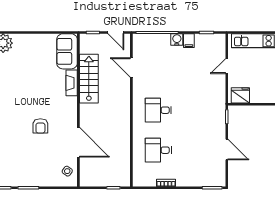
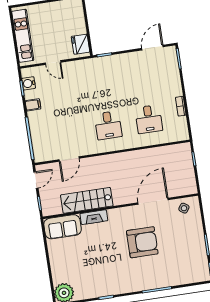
water cooler: (177, 40) -> (29, 83), moved
armchair: (40, 126) -> (142, 242), width x1.88, depth x1.88
door: (227, 150) -> (152, 48), moved

